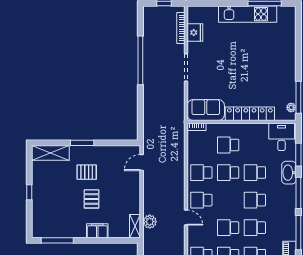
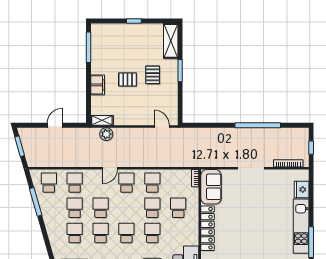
fridge: (195, 32) -> (302, 189), moved, turned 90

